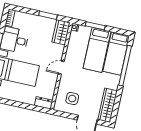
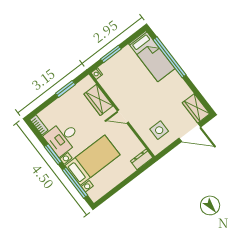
wardrobe: (61, 32) -> (98, 100), moved
bed: (97, 50) -> (134, 71), removed
door: (61, 68) -> (123, 117), hinge flipped
wardrobe: (108, 105) -> (196, 108), width x0.67

